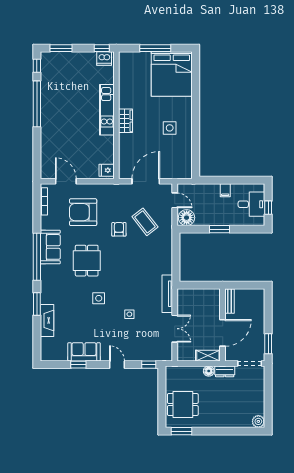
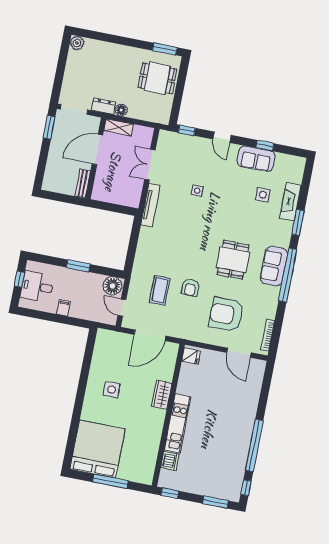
dishwasher: (104, 59) -> (170, 461), moved, turned 90
wardrobe: (126, 121) -> (162, 395), moved
armchair: (83, 212) -> (226, 315), turned 180
coffee table: (145, 222) -> (160, 290), turned 38
sofa: (50, 247) -> (274, 266), moved
side table: (99, 298) -> (263, 195), moved

